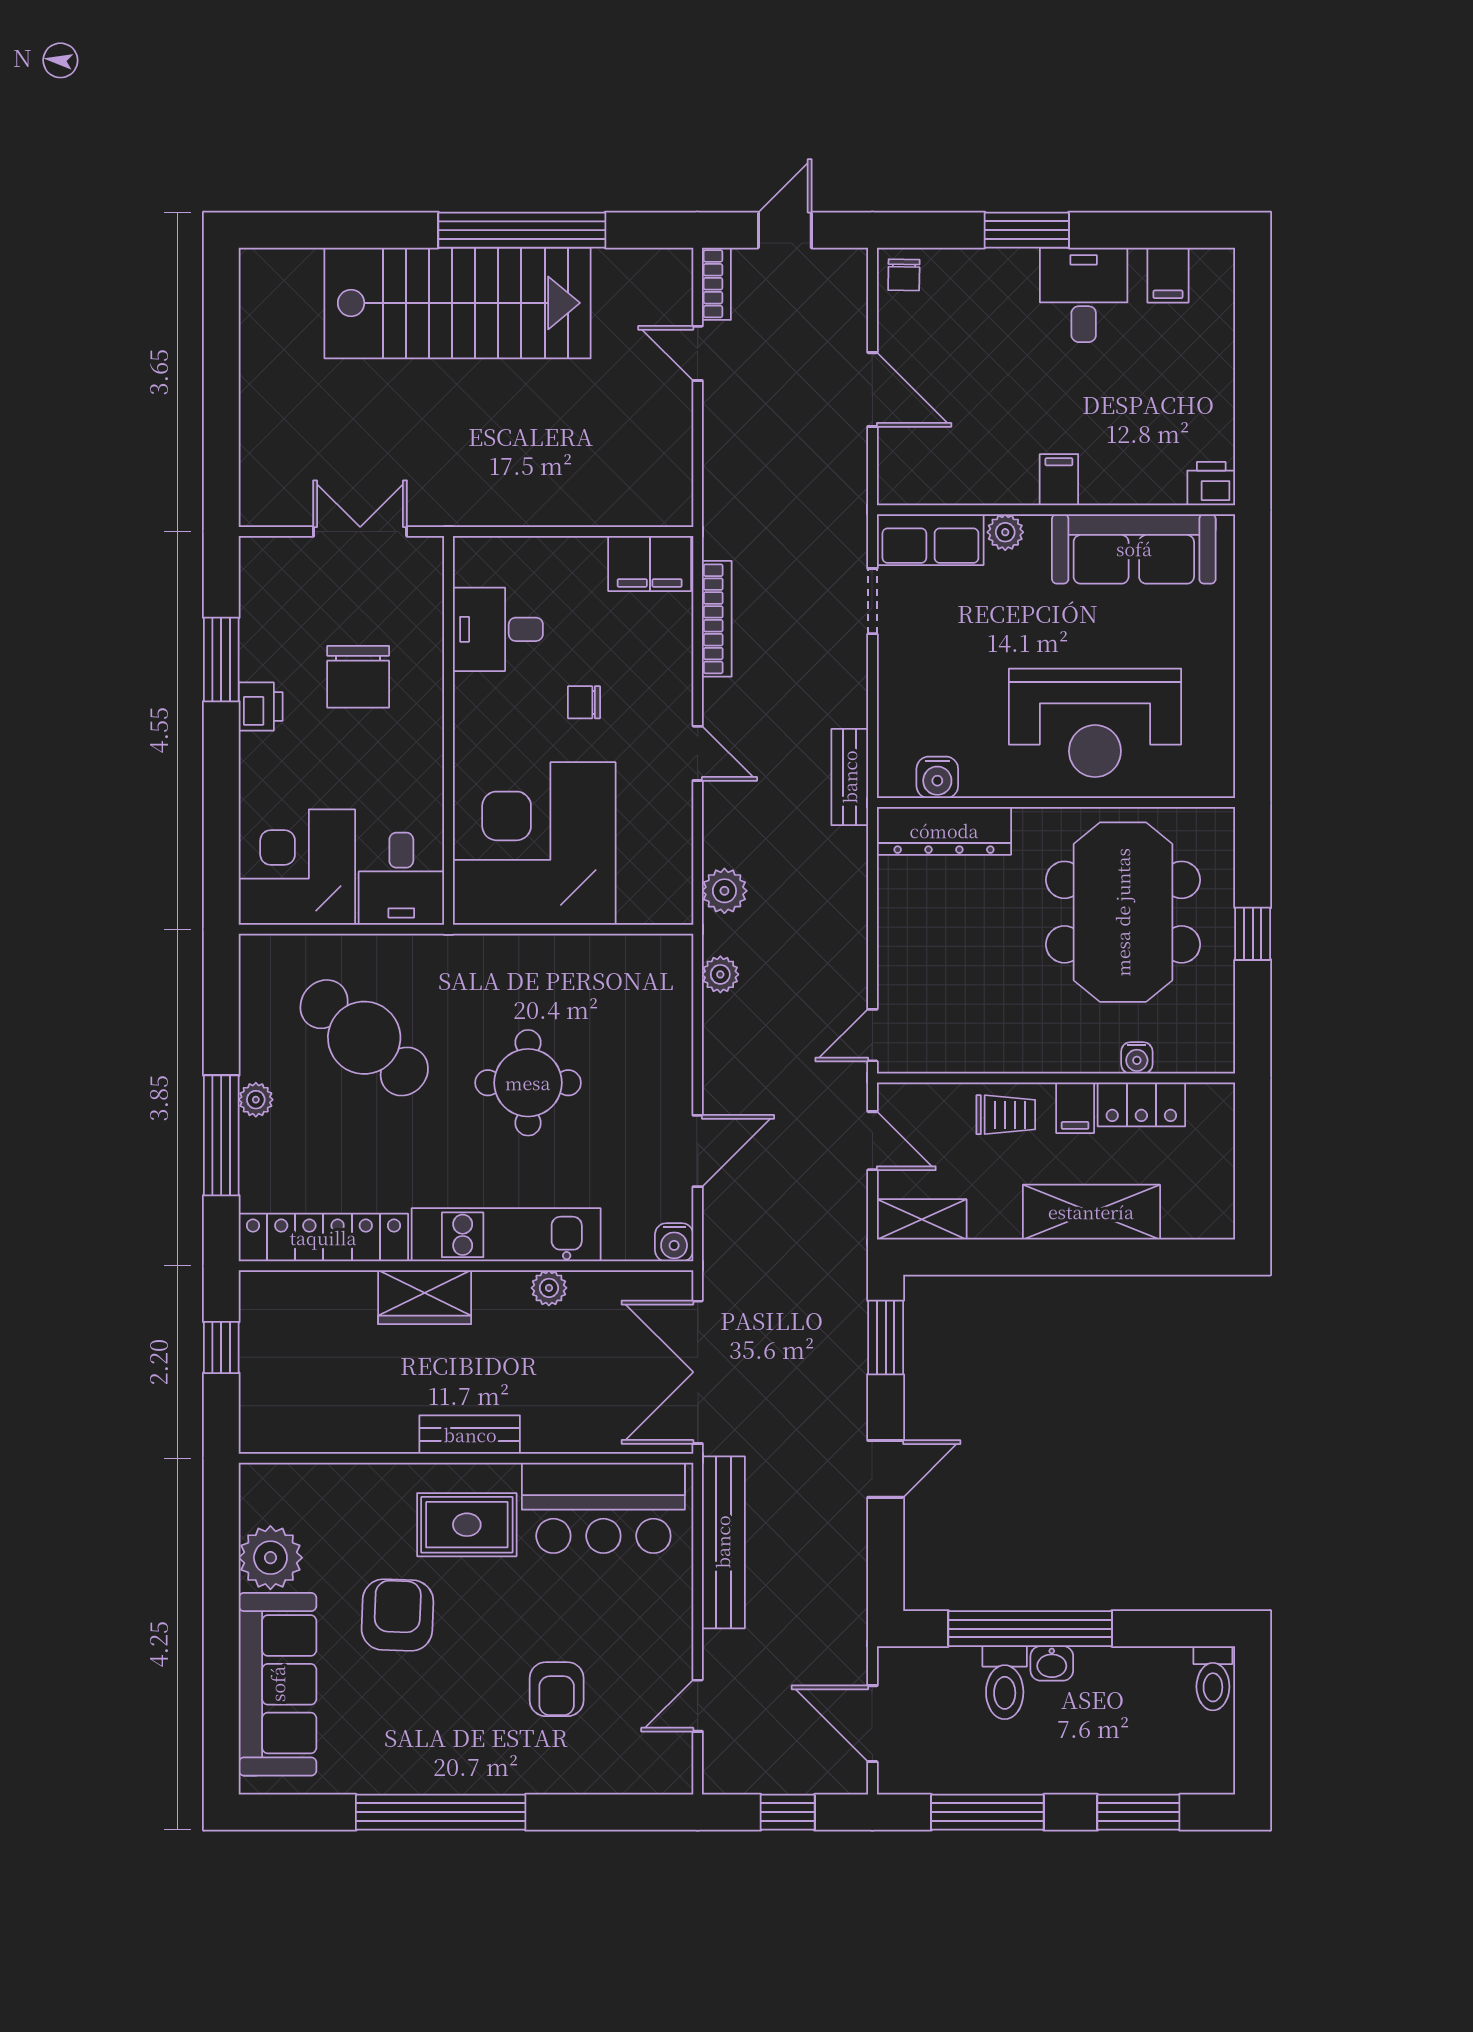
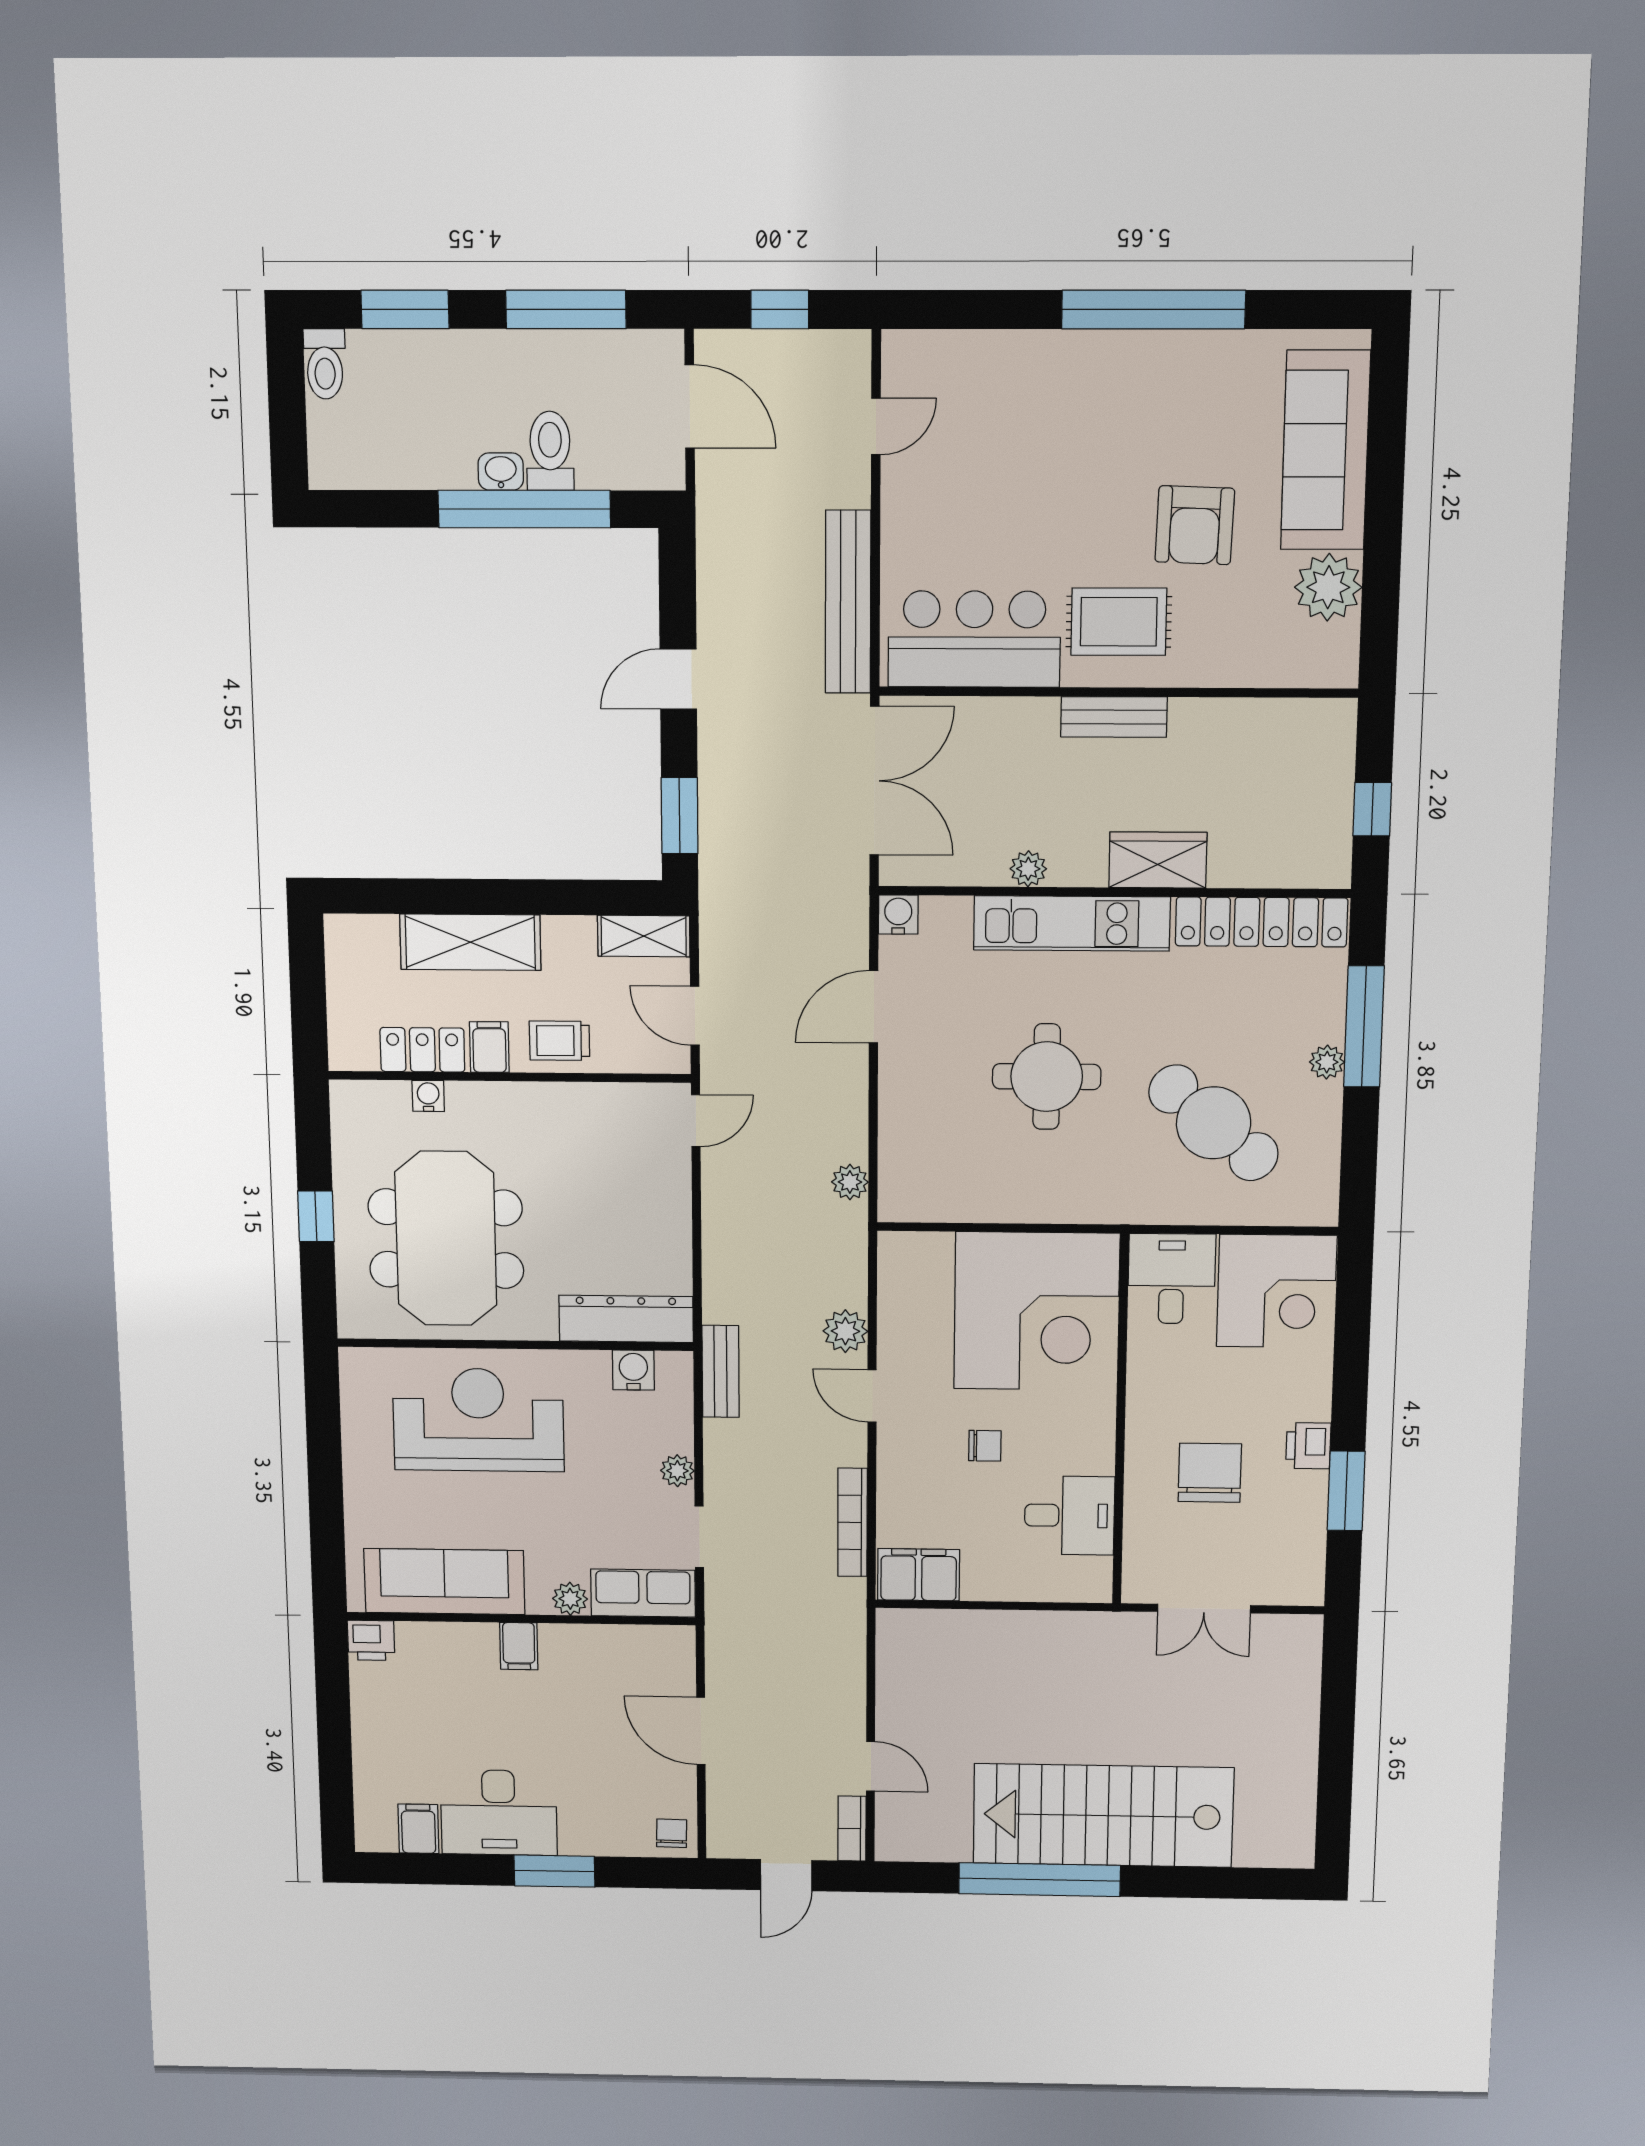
desk: (1084, 295) -> (499, 1813), width x1.37
plant: (894, 672) -> (677, 1471), added
plant: (724, 891) -> (845, 1331), moved
toilet: (1213, 1678) -> (325, 364), moved, turned 180
armchair: (557, 1689) -> (1026, 444), removed

